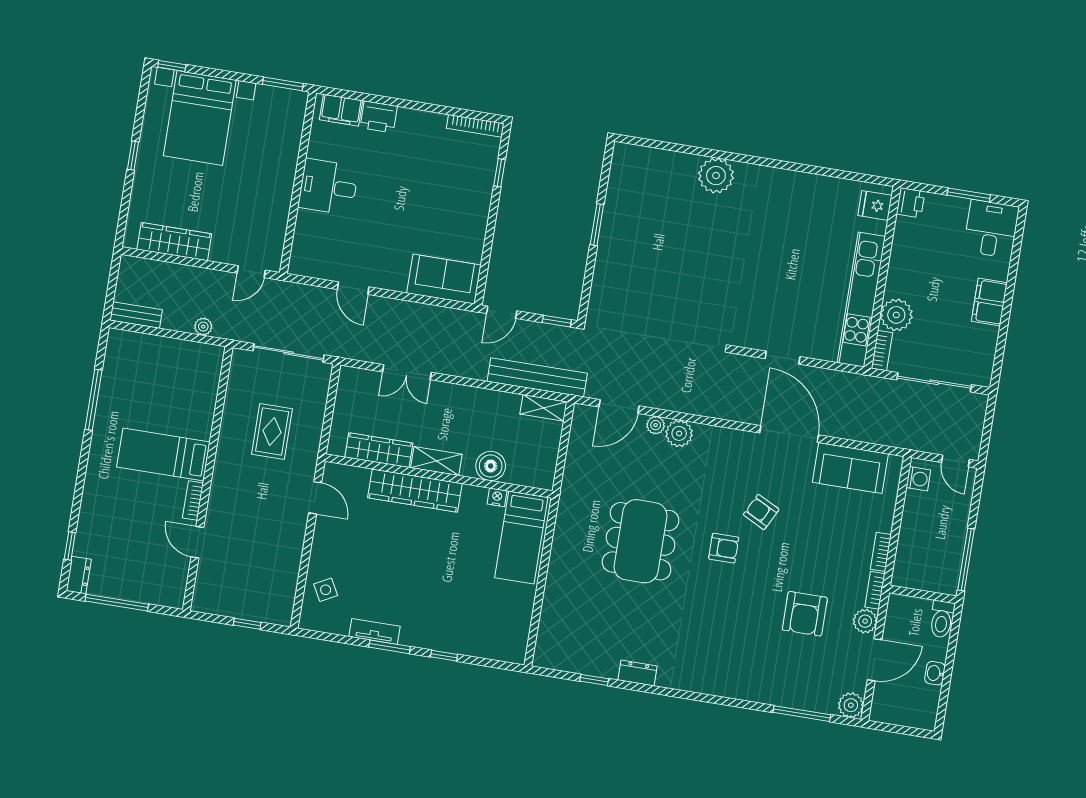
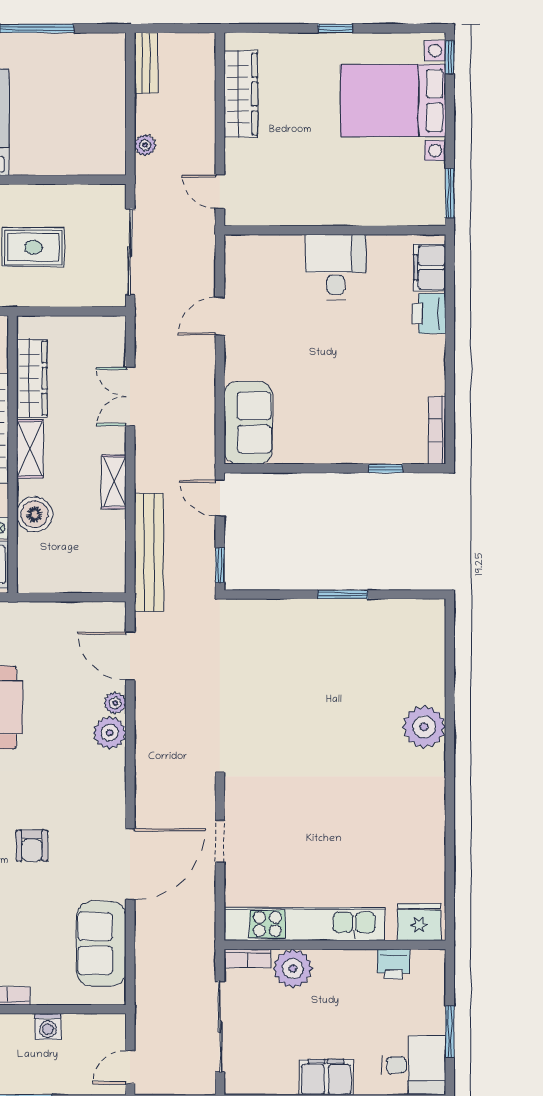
printer: (910, 203) -> (394, 964), moved
fridge: (875, 205) -> (419, 922), width x1.38
shelving: (544, 408) -> (114, 482), moved
washing machine: (918, 479) -> (48, 1027), moved
armchair: (761, 512) -> (32, 846), turned 153

